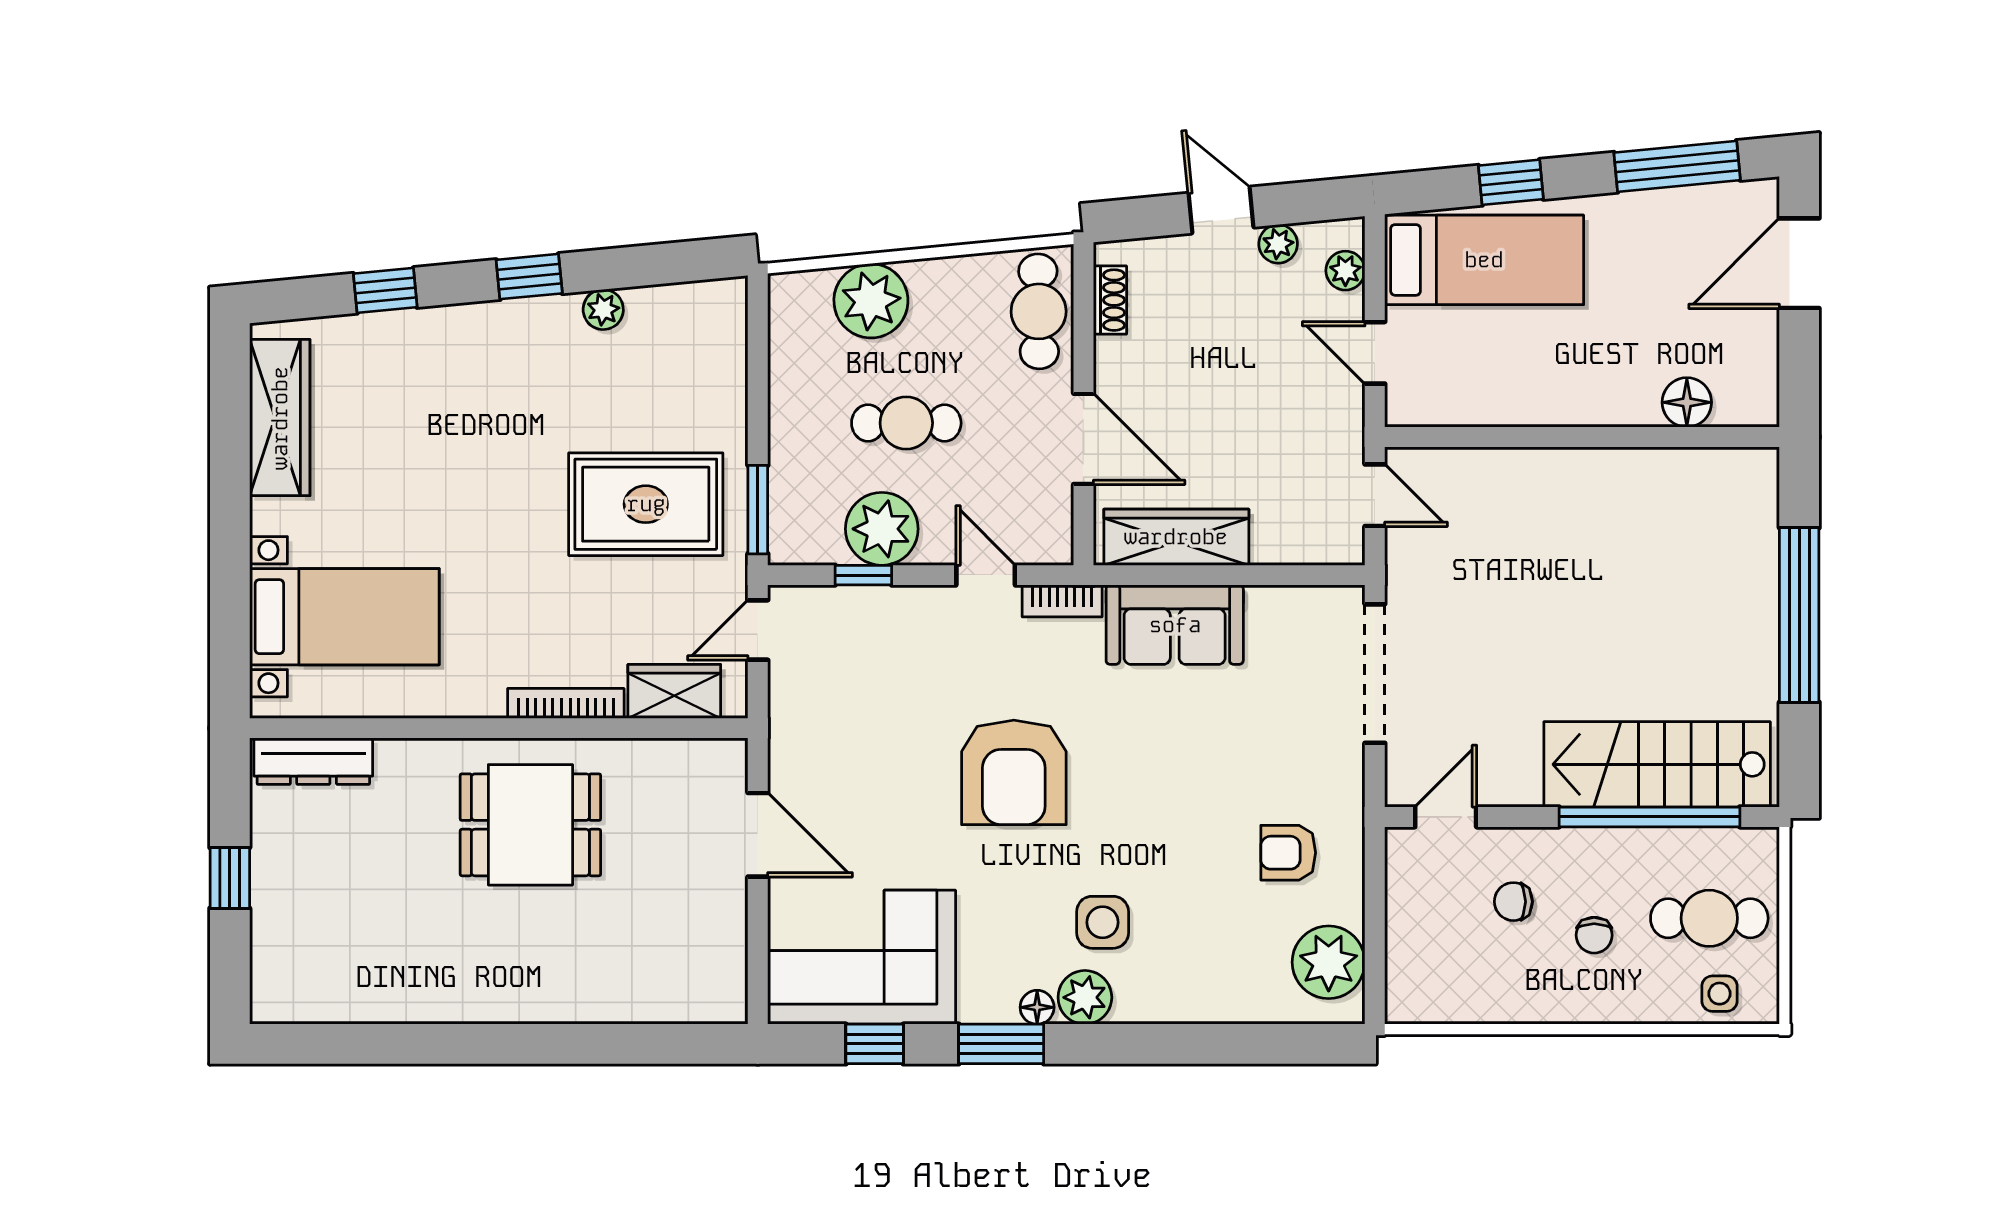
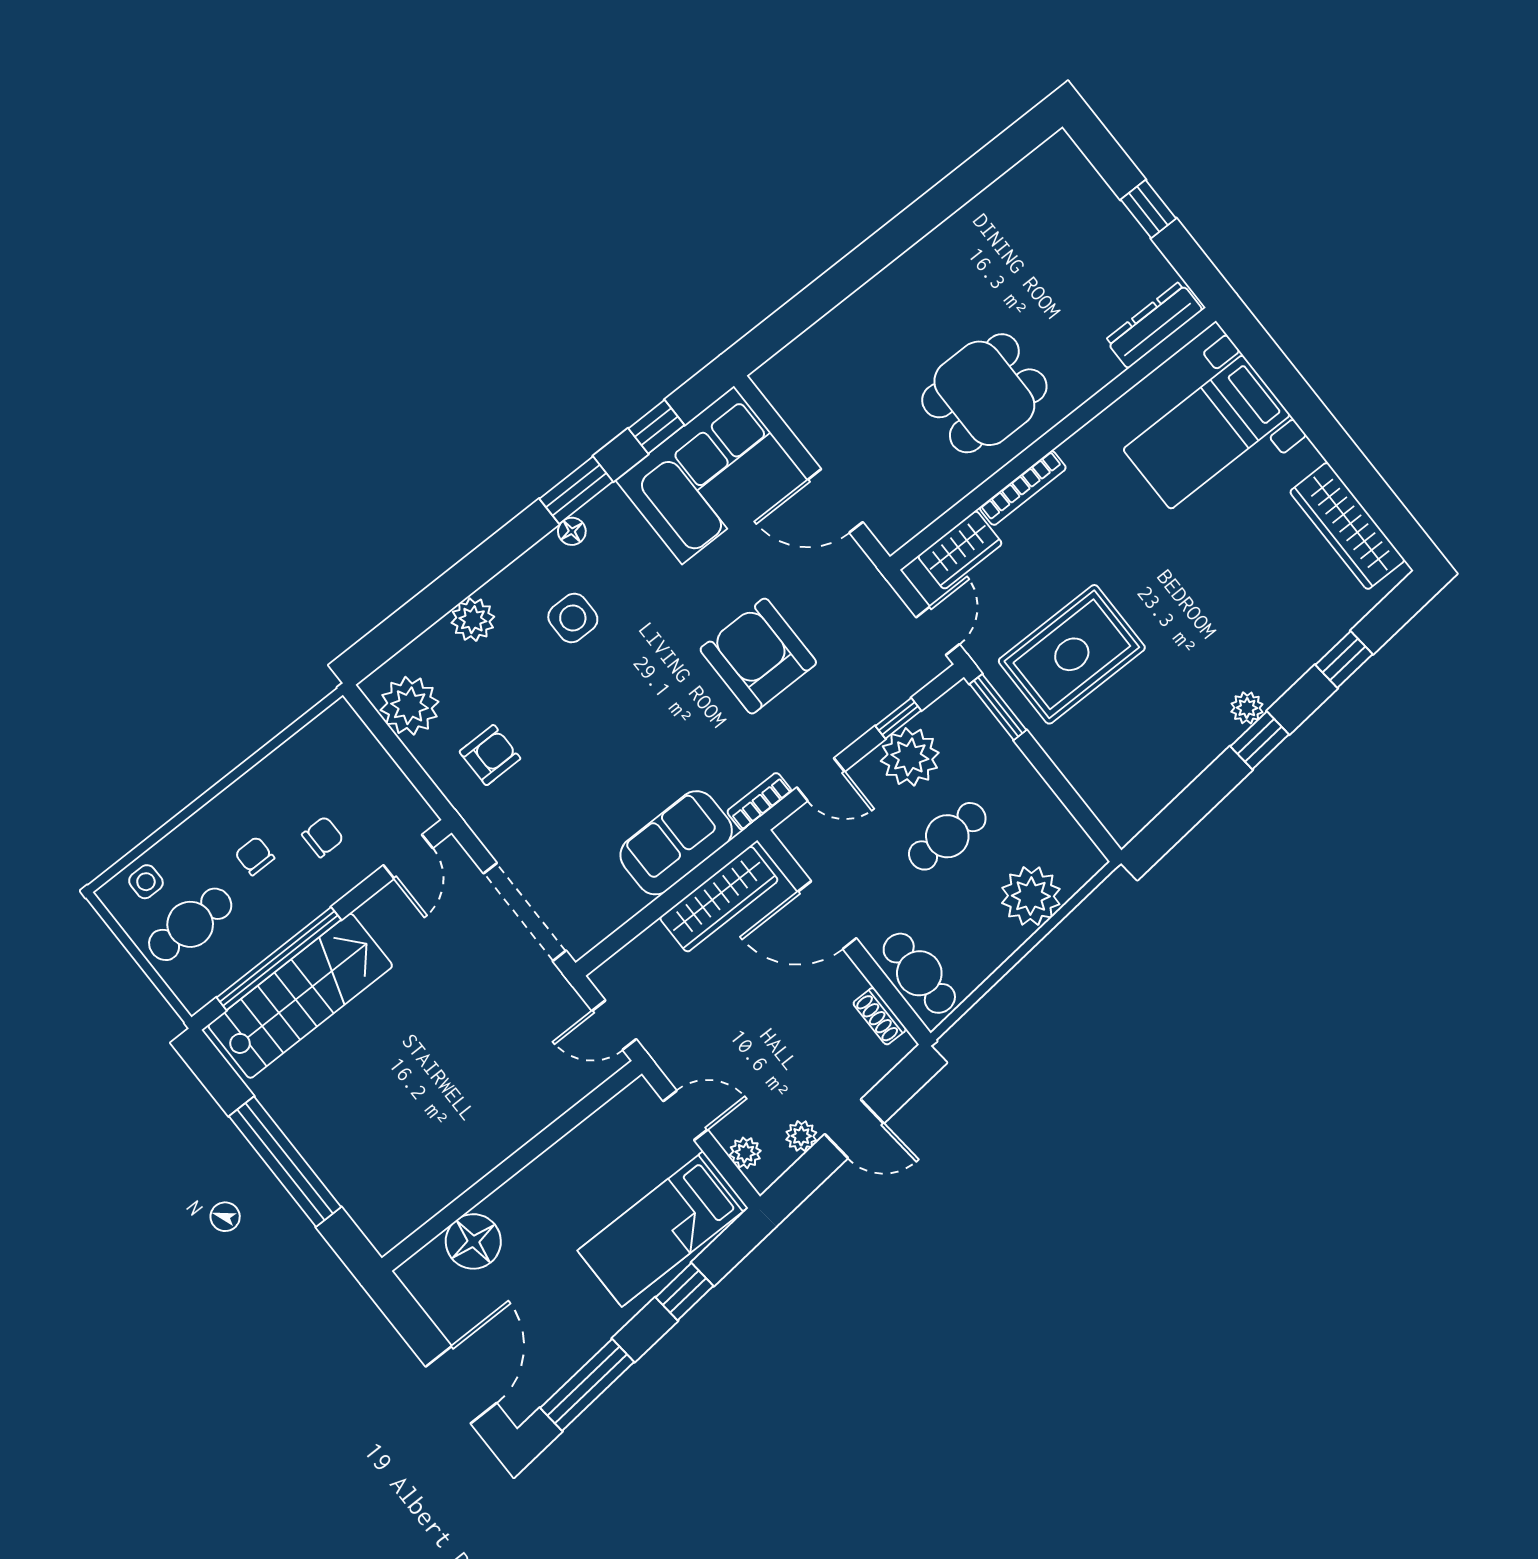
plant: (603, 310) -> (1247, 708), moved
floor lamp: (1687, 402) -> (473, 1241), width x1.38, depth x1.38
armchair: (1014, 772) -> (758, 656), moved
plant: (1085, 997) -> (473, 620), moved

